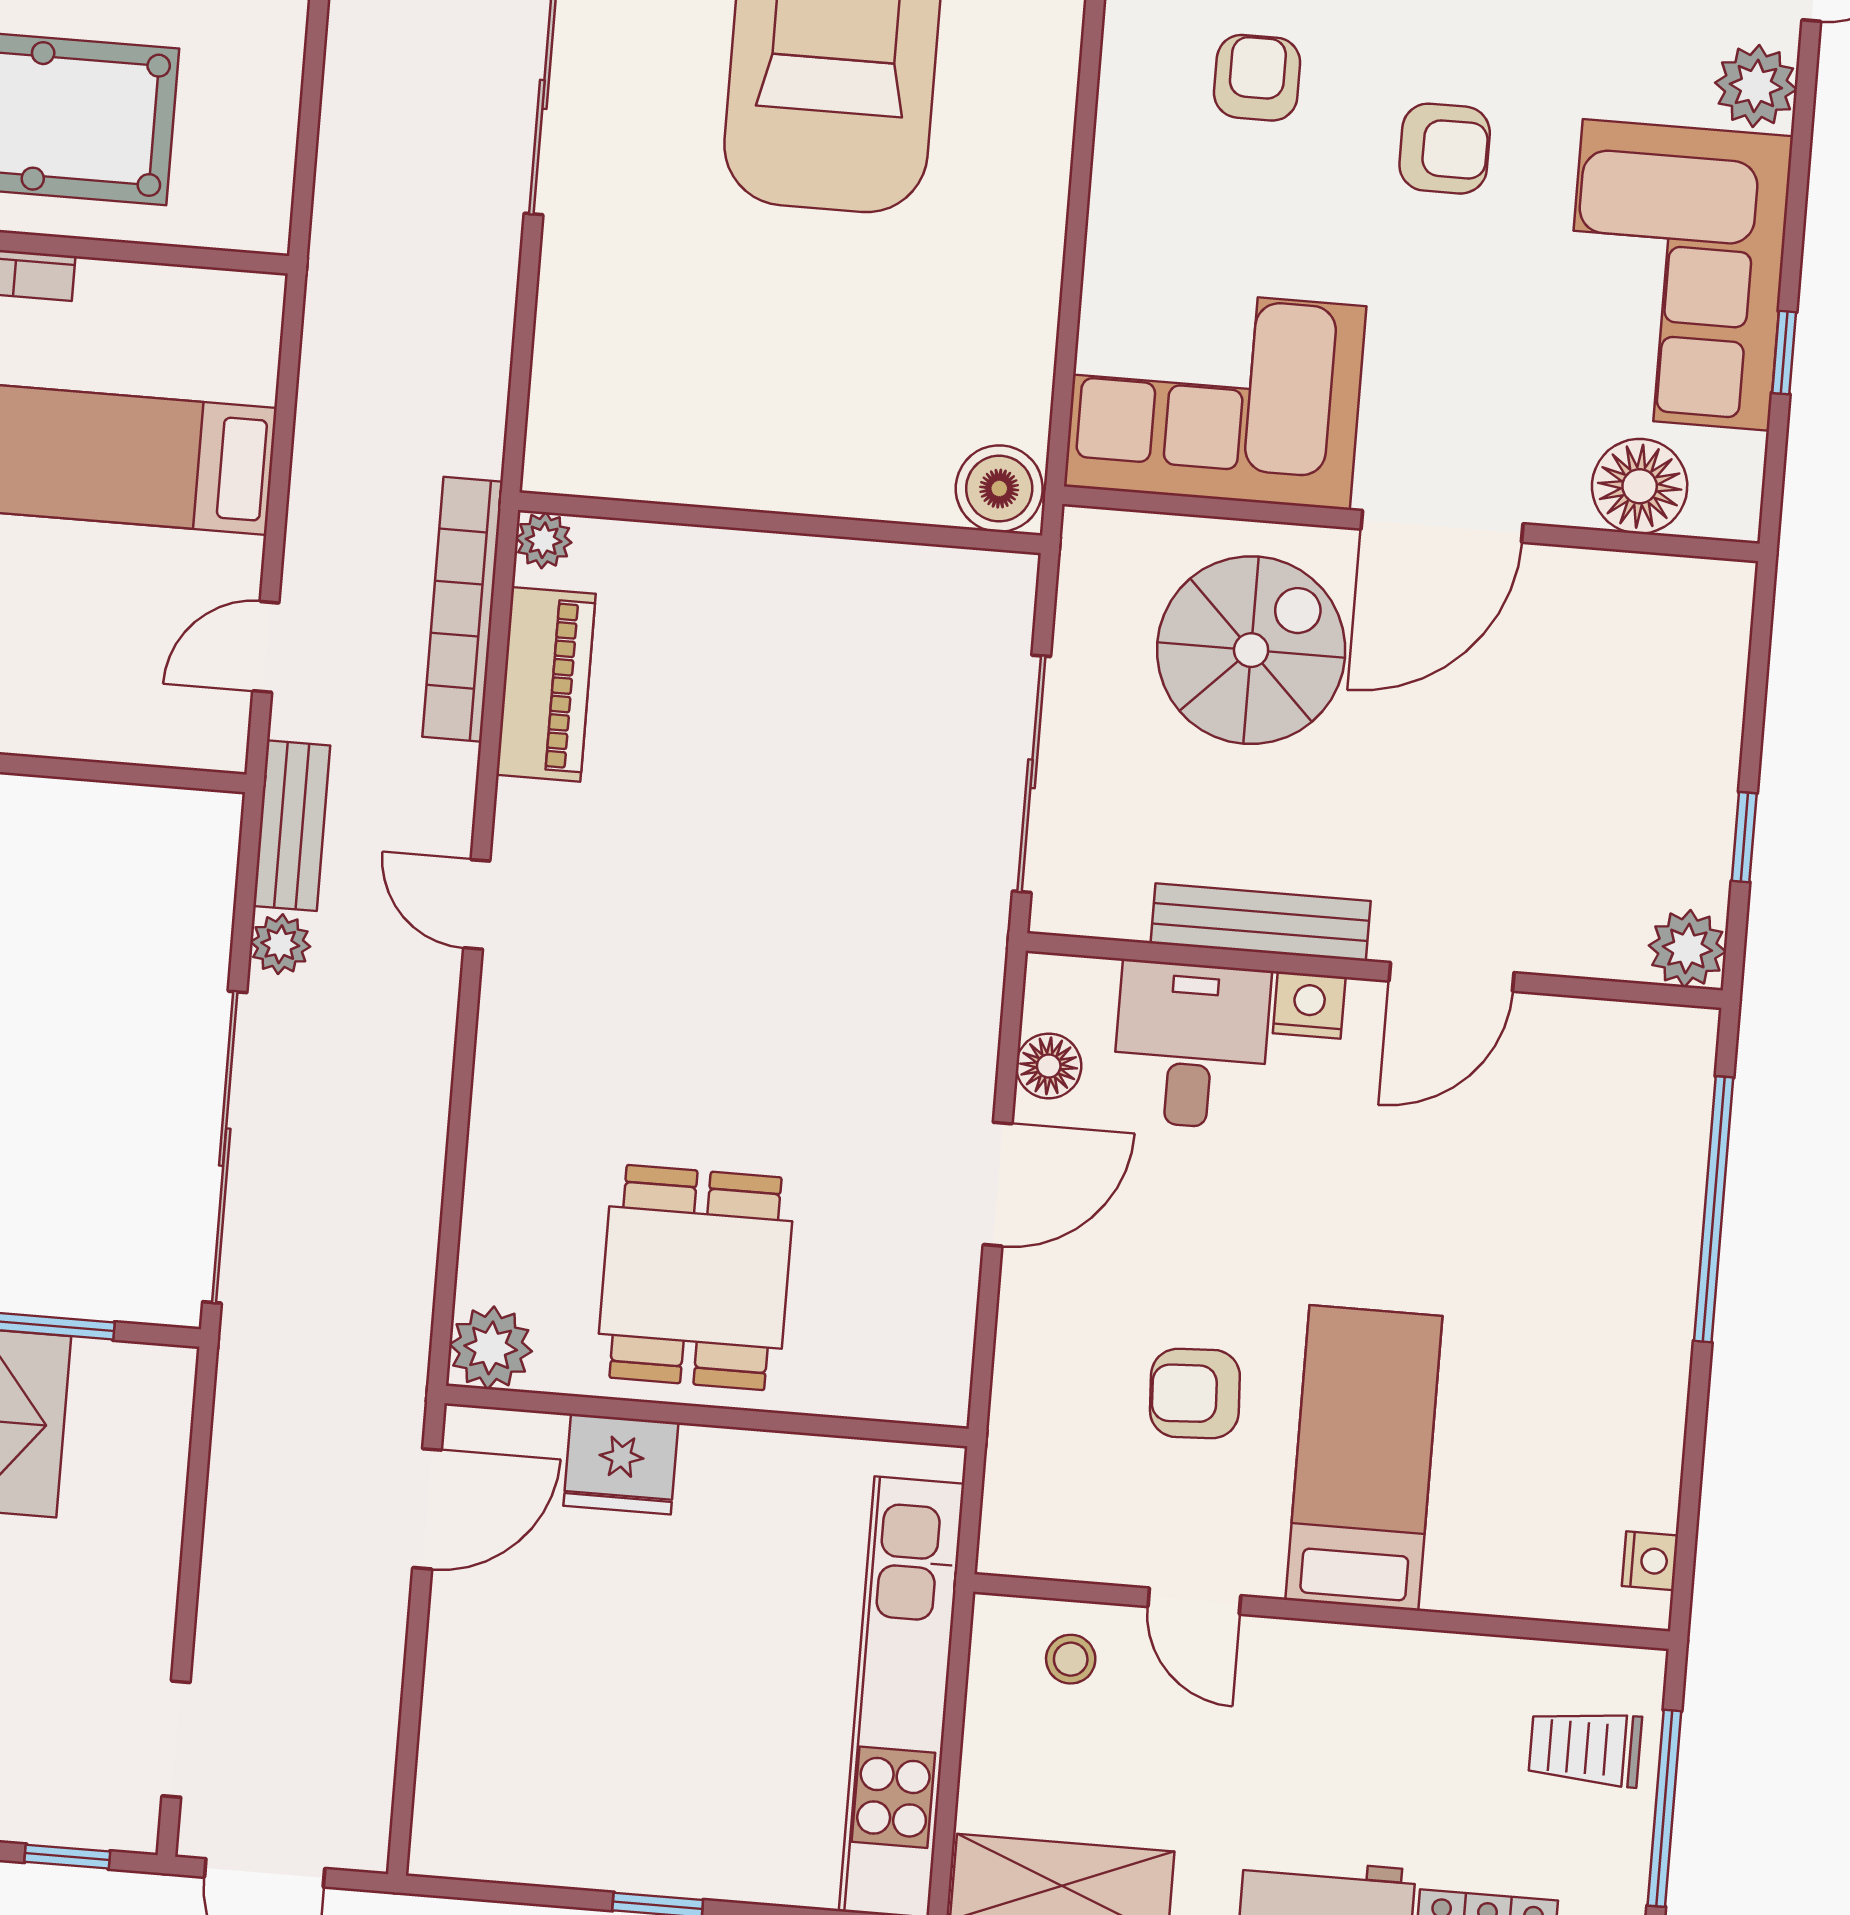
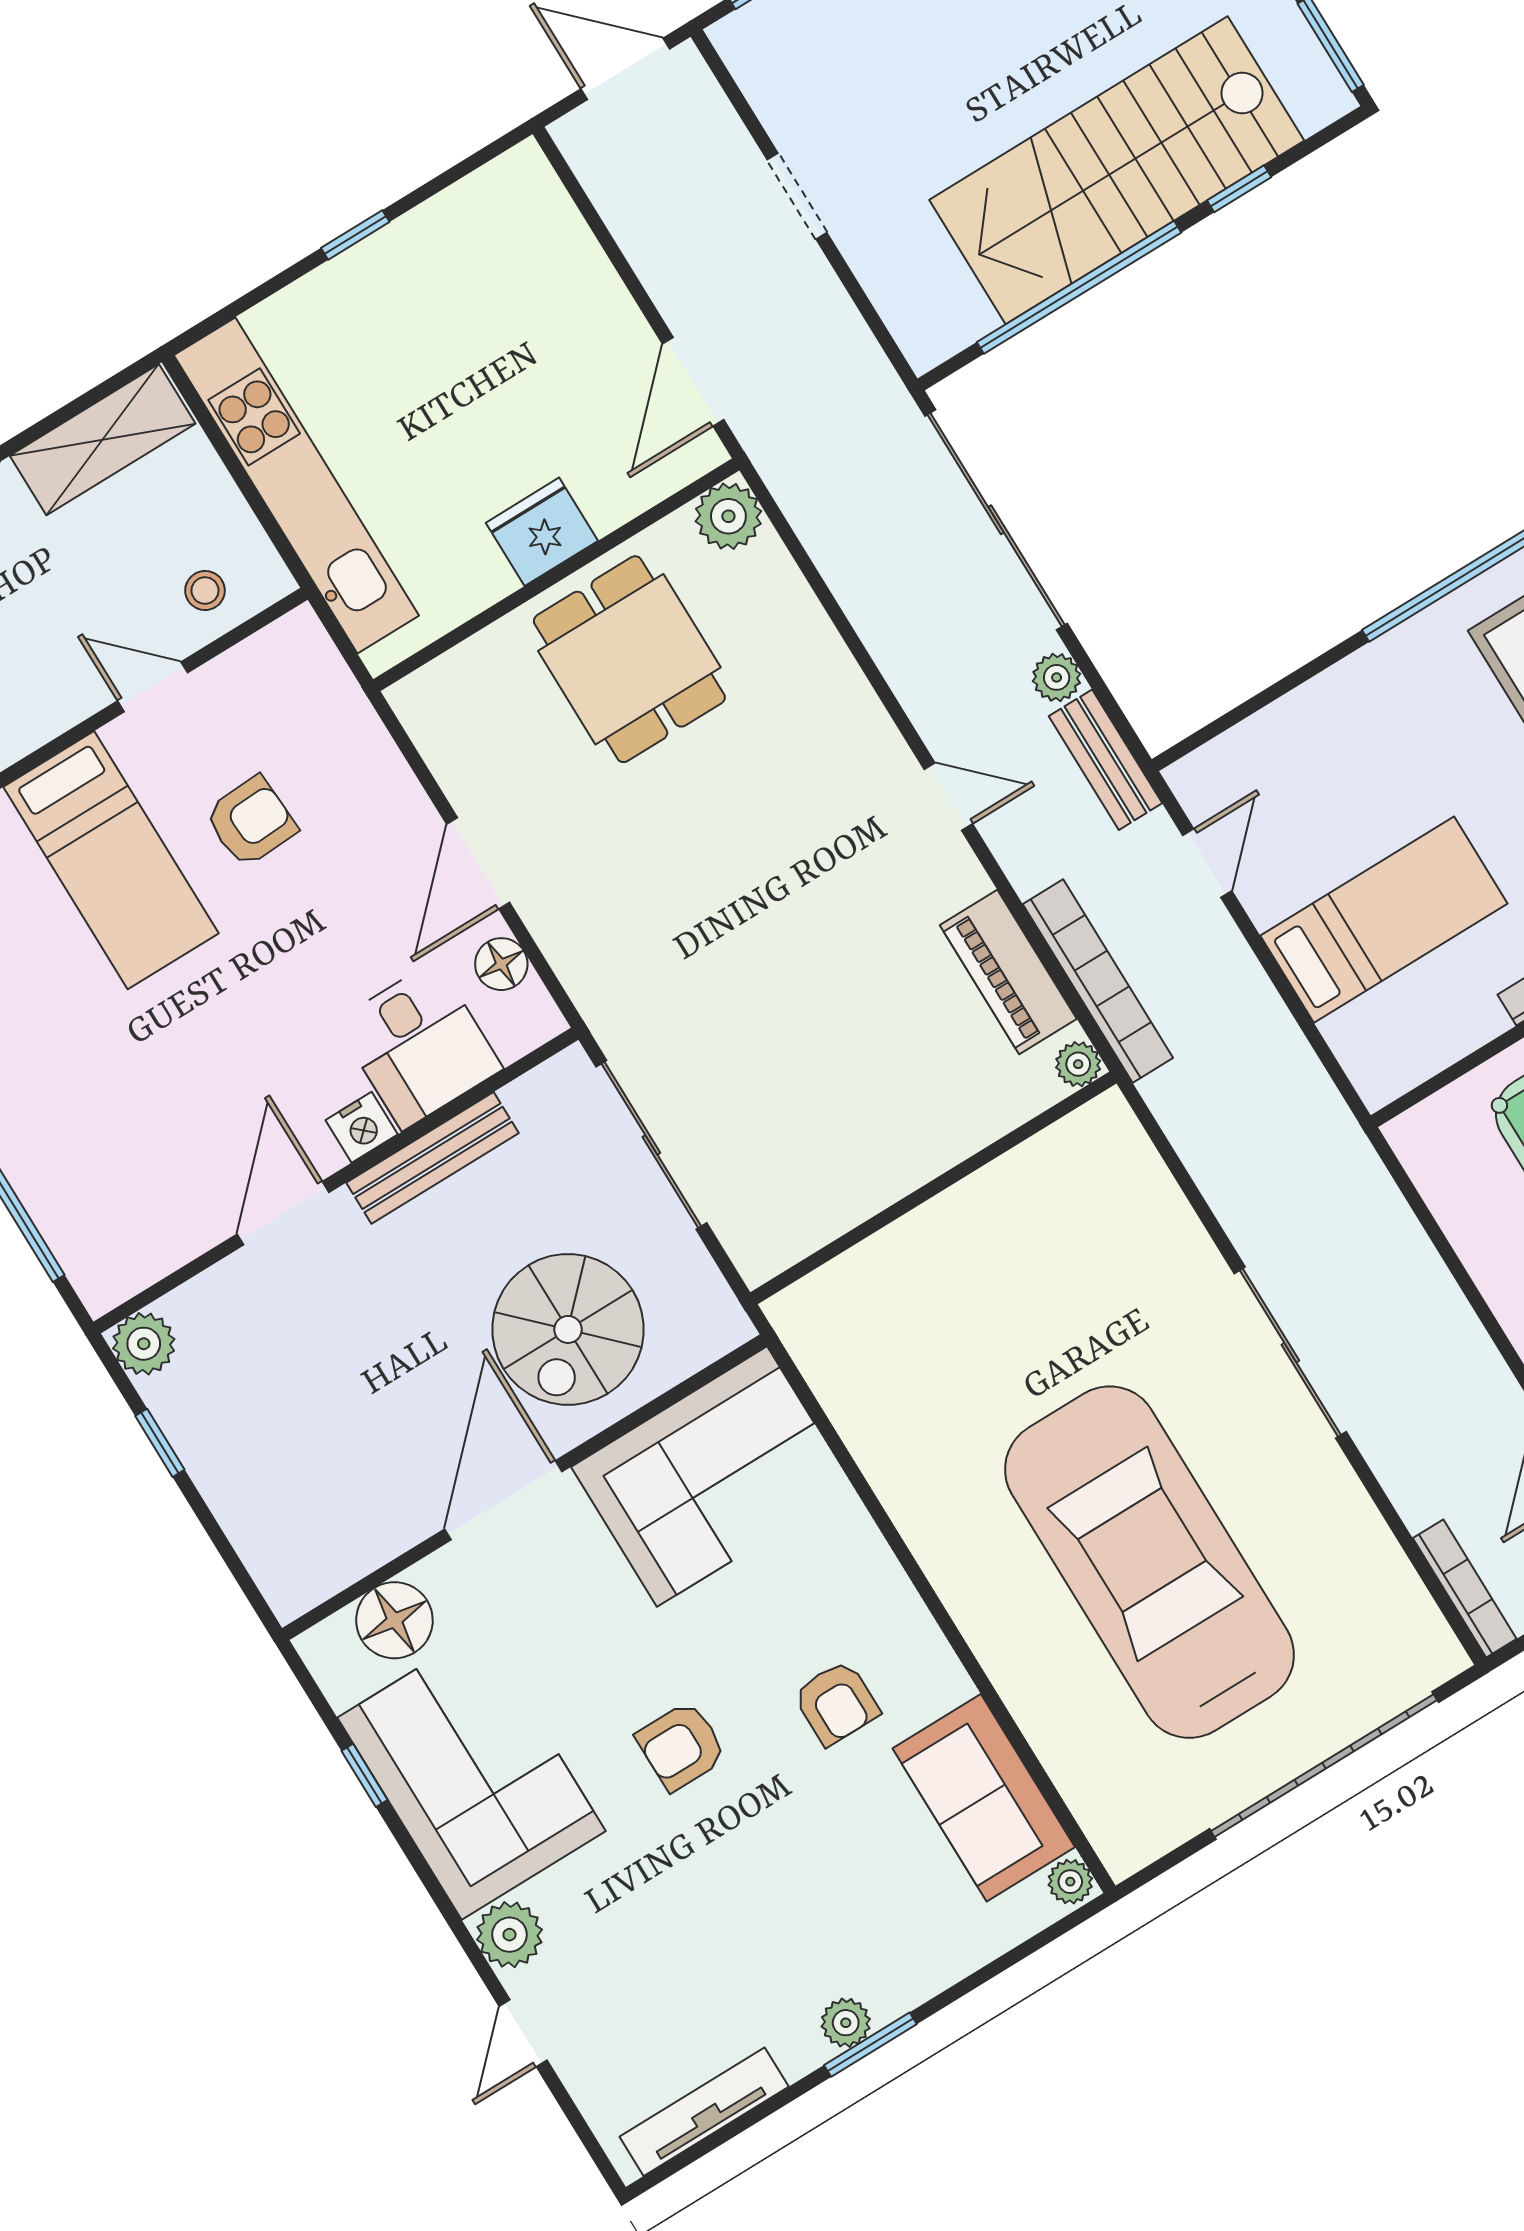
boiler: (999, 489) -> (808, 1314), removed
fridge: (621, 1464) -> (542, 532), moved
doorway: (176, 1739) -> (797, 196), moved

